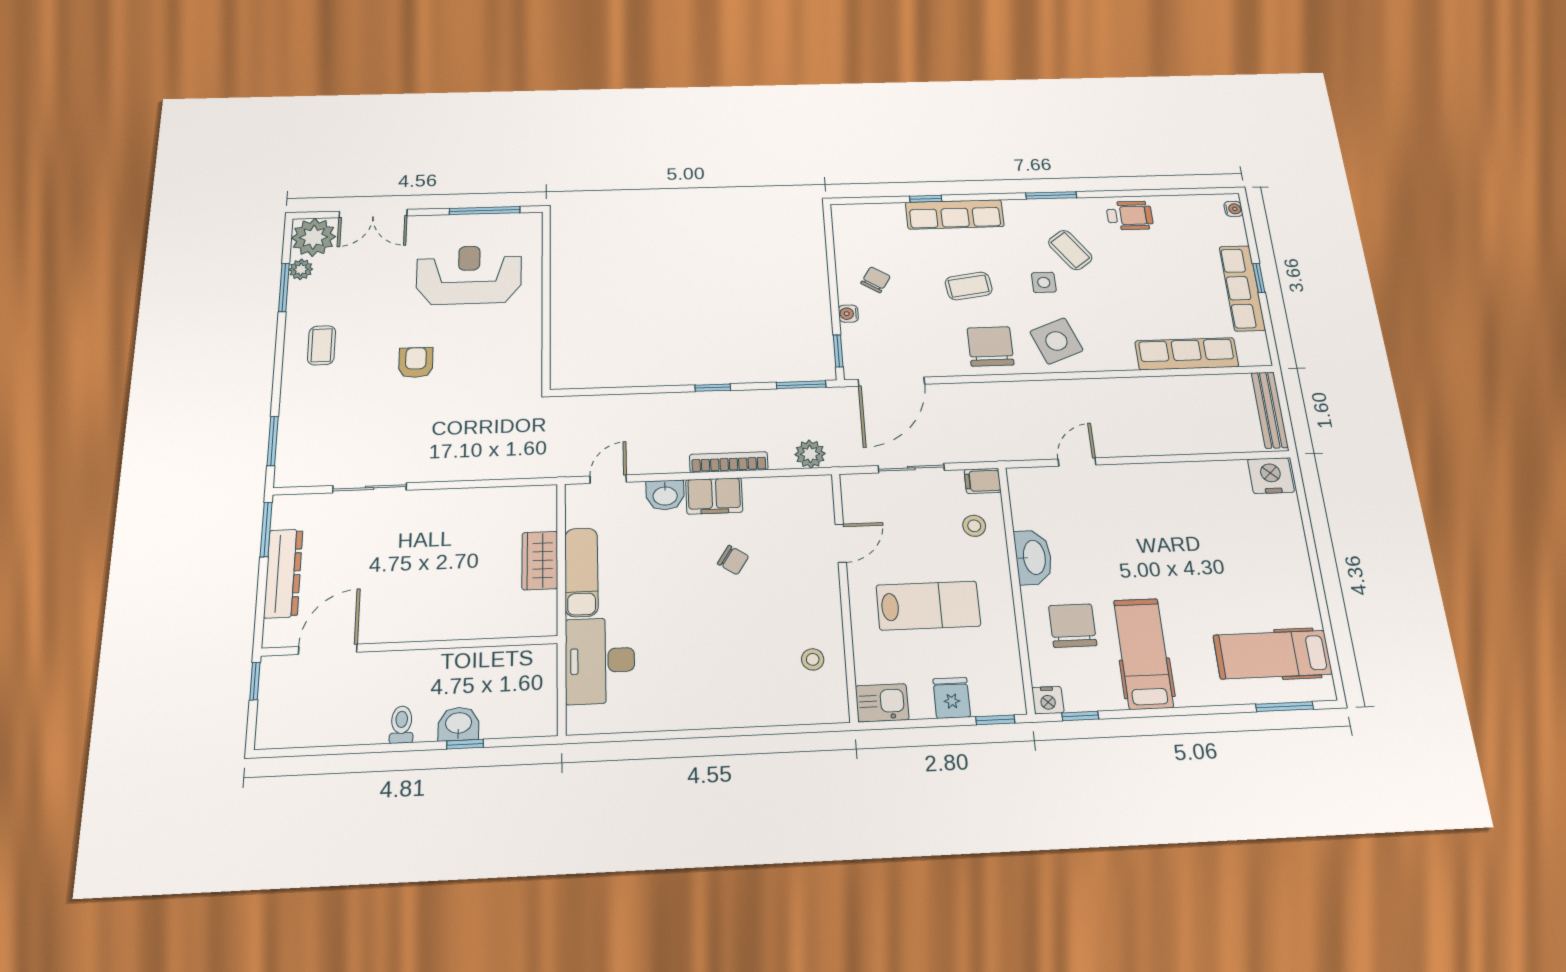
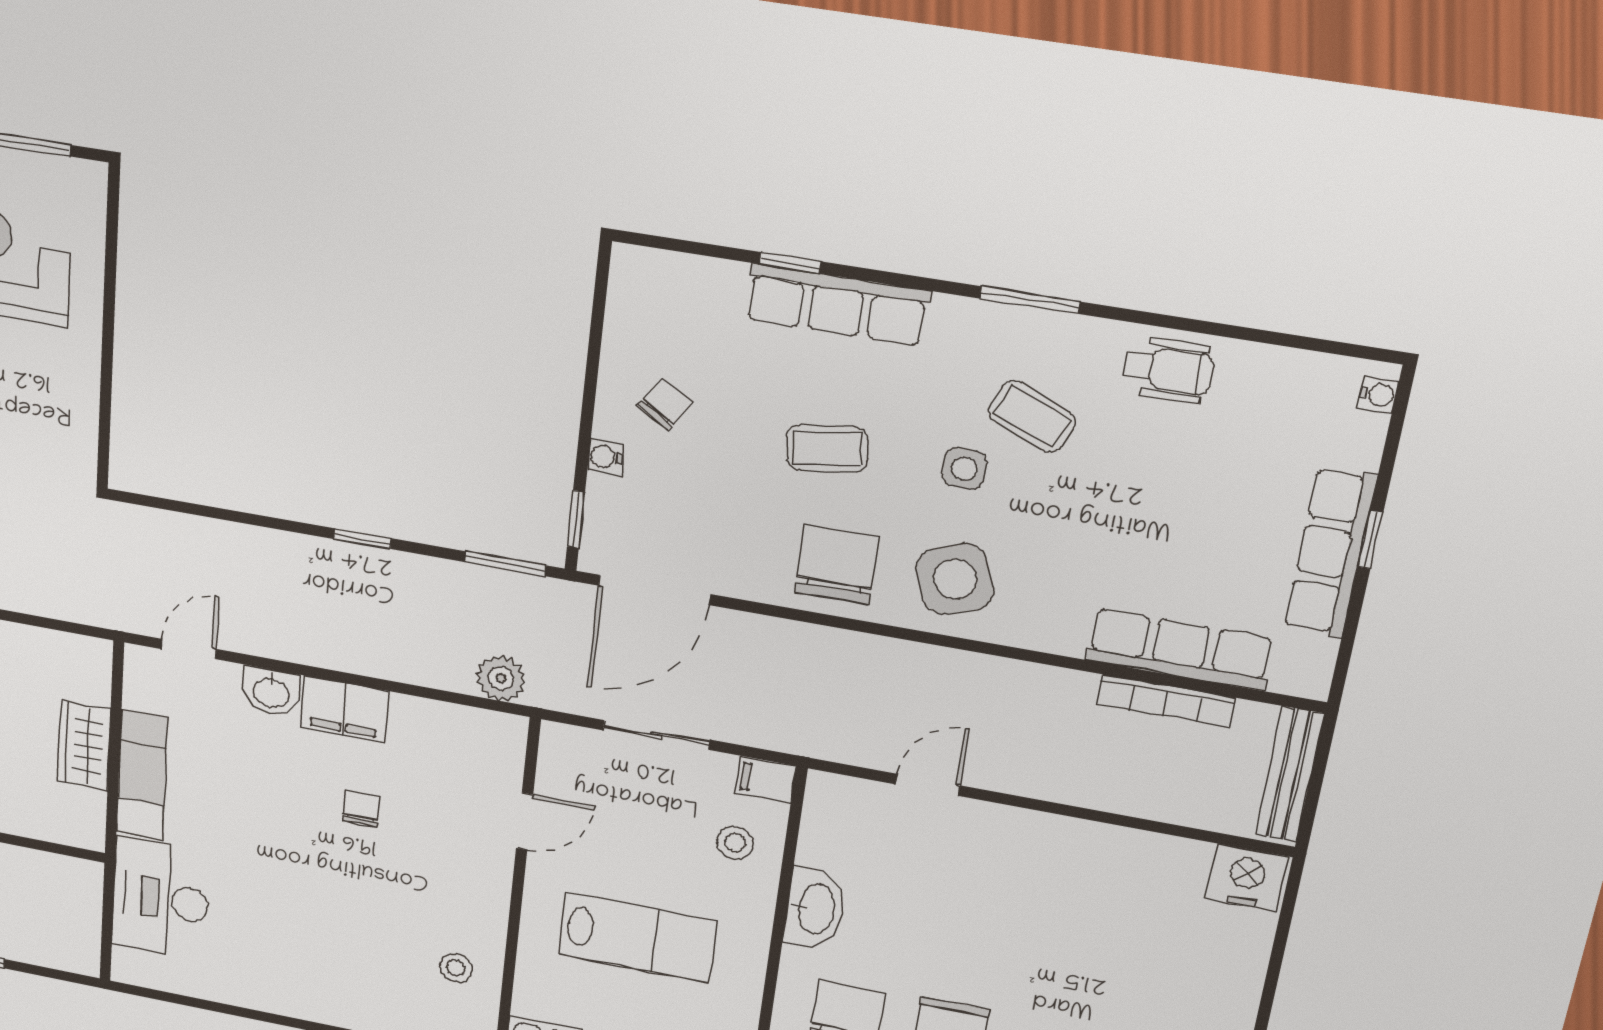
coffee table: (1070, 250) -> (1032, 417), turned -31
bookcase: (729, 462) -> (1166, 701), moved, turned 180
chair: (733, 560) -> (361, 808), turned -123

